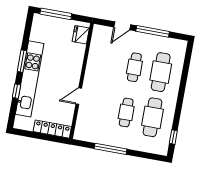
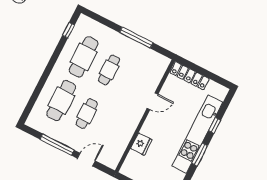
fridge: (81, 35) -> (141, 144), moved

